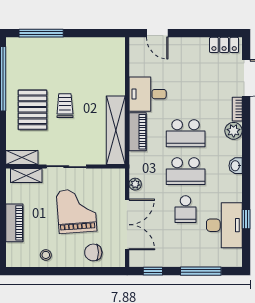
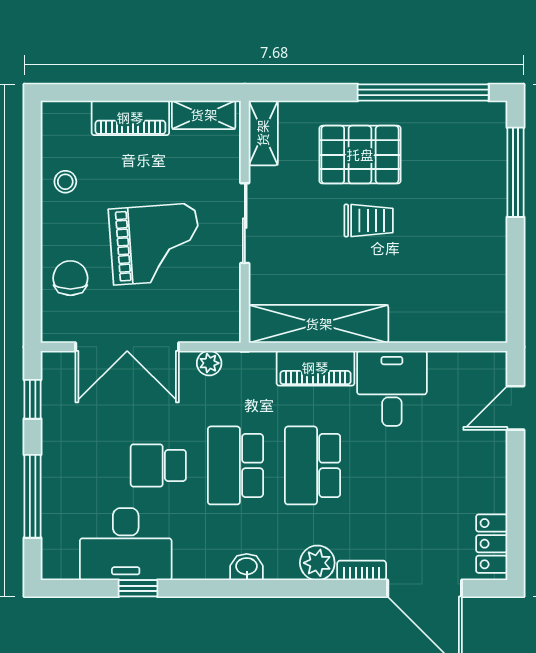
shelving: (26, 176) -> (204, 115), moved, turned 90

